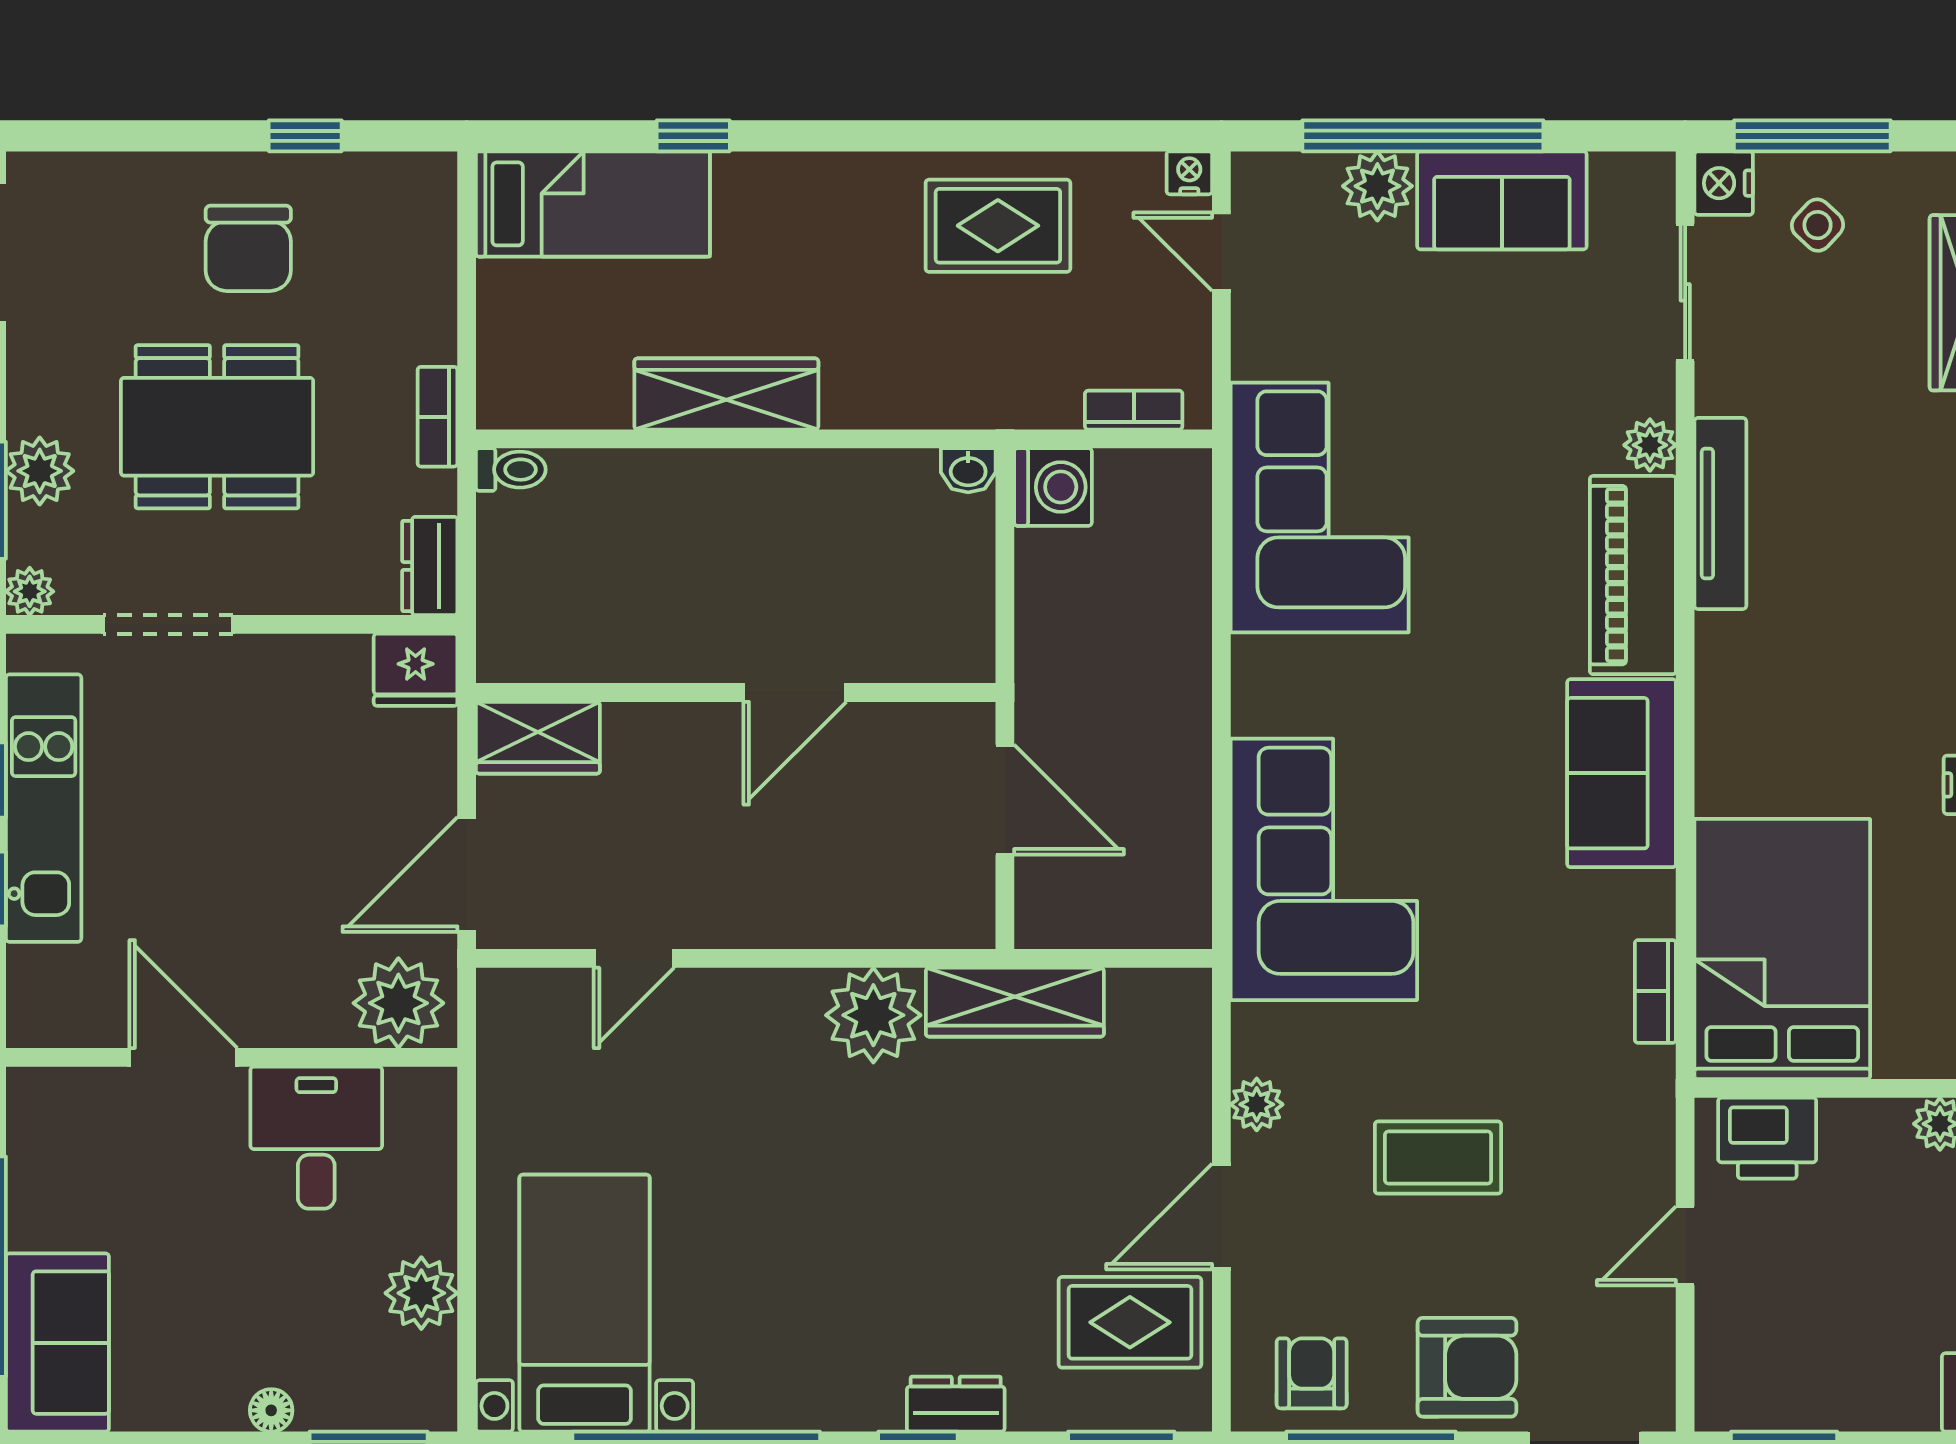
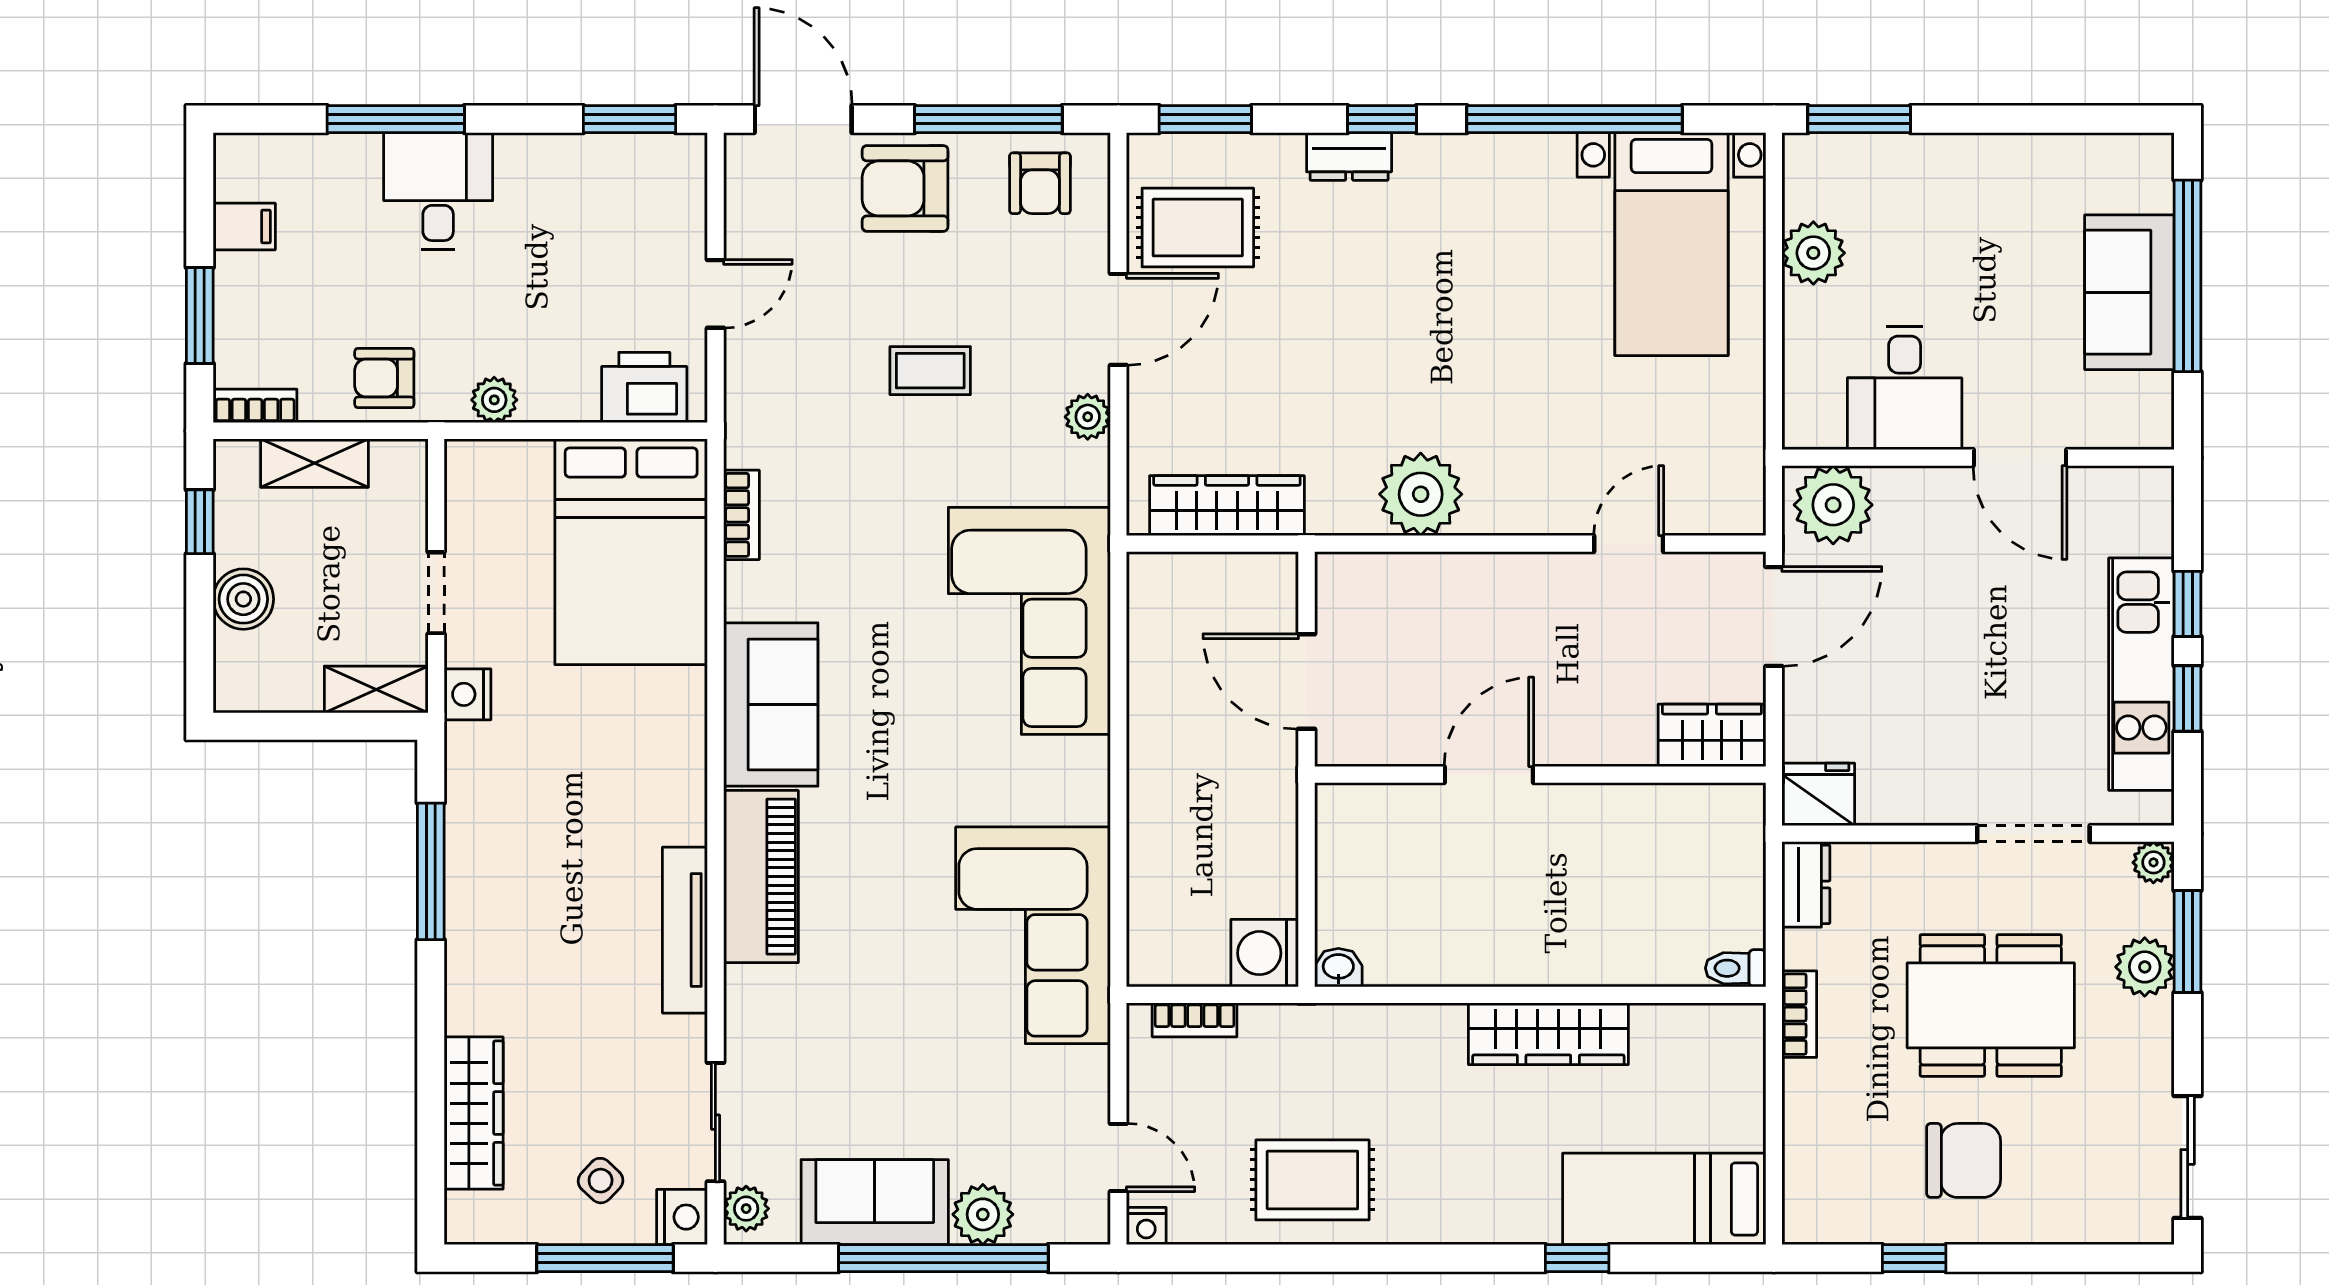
chair: (248, 248) -> (1964, 1160), turned 90
plant: (1650, 445) -> (746, 1209), moved
wardrobe: (1015, 1002) -> (1227, 506), moved
coffee table: (1438, 1158) -> (930, 371), width x0.73, depth x0.77
sofa: (57, 1343) -> (2129, 292), moved
floor lamp: (271, 1410) -> (1944, 151), removed

